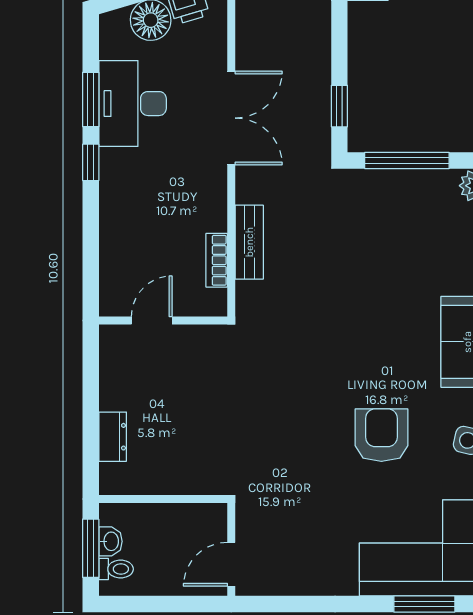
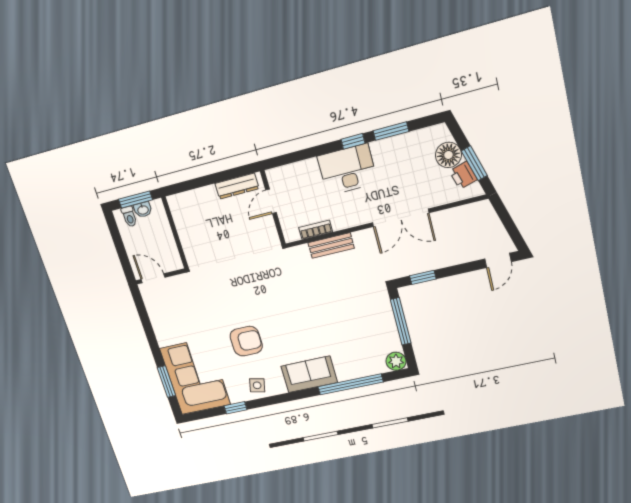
desk: (133, 104) -> (347, 170), moved
door: (152, 321) -> (271, 201), swing flipped
dresser: (113, 437) -> (237, 186), moved, width x1.44

